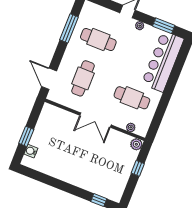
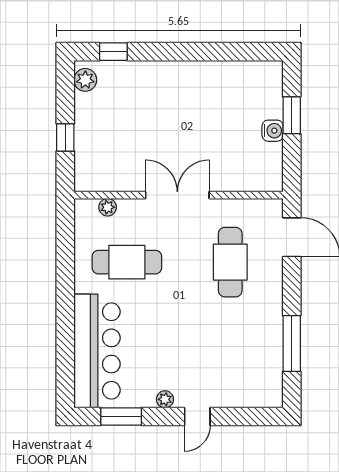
cafe table: (98, 40) -> (230, 344), removed
plant: (136, 144) -> (85, 80), moved
water cooler: (31, 151) -> (273, 131), moved

